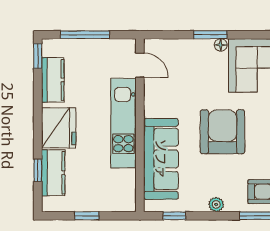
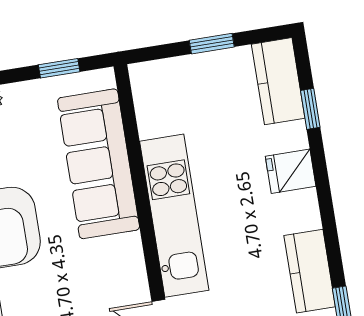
fridge: (59, 128) -> (291, 171), width x0.53, depth x0.75
kitchen counter: (53, 173) -> (278, 81), moved

